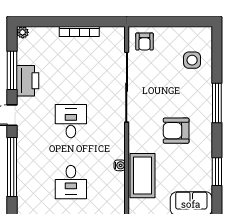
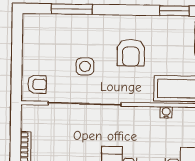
side table: (192, 60) -> (85, 66), moved
window: (217, 103) -> (72, 9), moved

